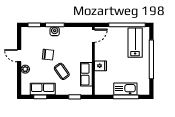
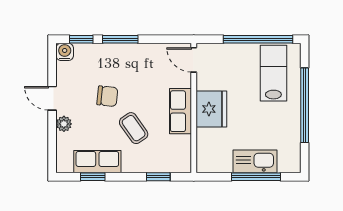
water cooler: (55, 31) -> (65, 52), moved
door: (93, 36) -> (194, 60), swing flipped
fridge: (101, 66) -> (211, 109), width x1.88, depth x1.34
row of seats: (86, 74) -> (181, 111), moved

